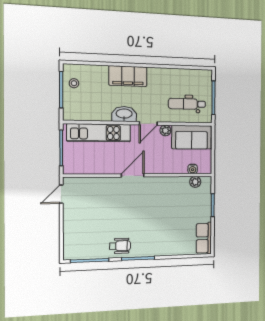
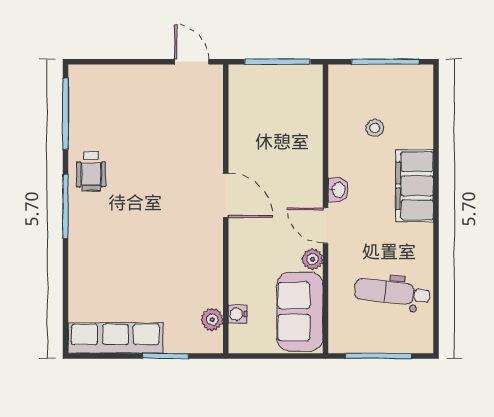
stool: (74, 83) -> (375, 128), moved
dental chair: (187, 104) -> (392, 292), moved, turned -84
washbasin: (124, 114) -> (338, 190), width x0.52, depth x0.69
kitchen unit: (99, 133) -> (306, 131), removed
row of seats: (204, 238) -> (115, 338), width x1.48

